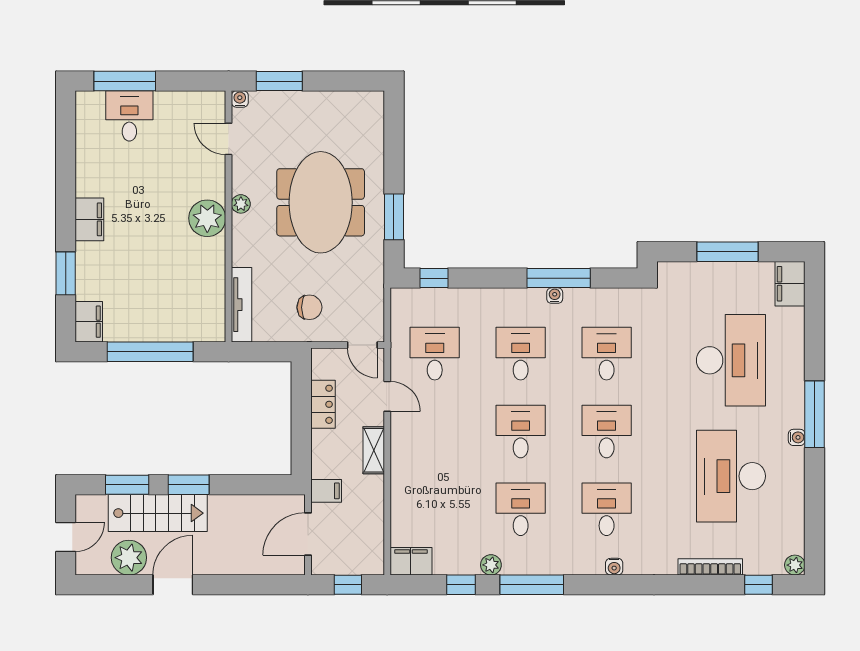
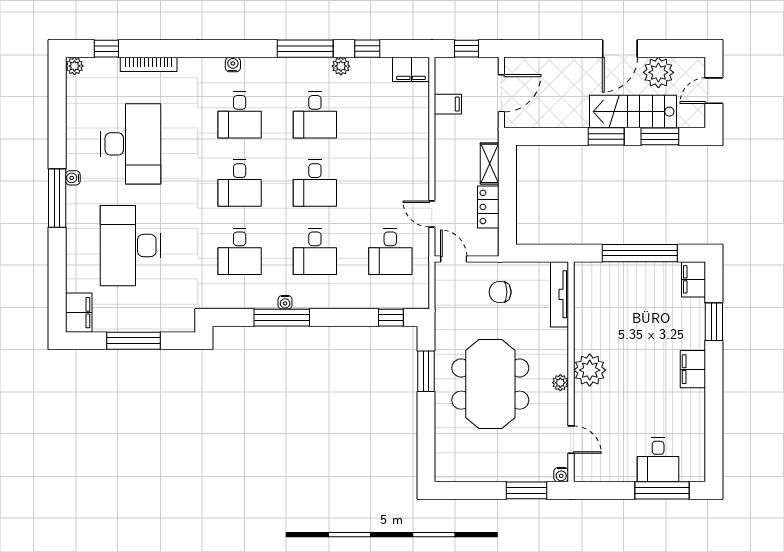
shelving: (374, 450) -> (490, 163), moved
filing cabinet: (326, 491) -> (448, 104), moved, turned 180

